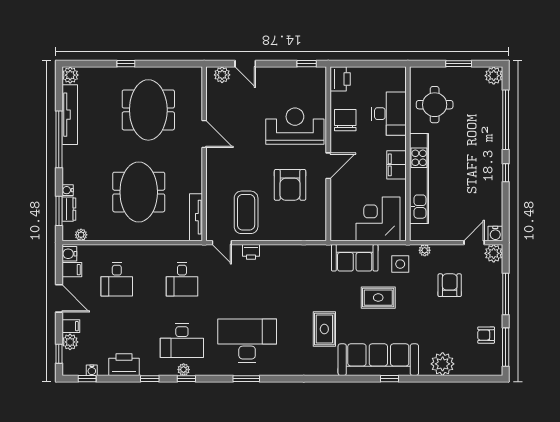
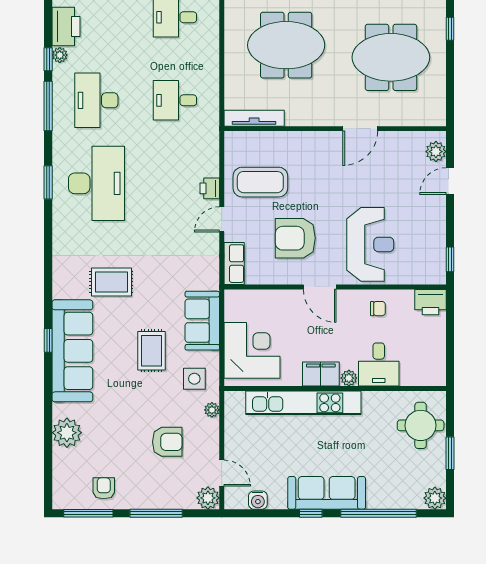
round table: (435, 105) -> (421, 425), moved
desk: (389, 114) -> (379, 364), width x0.73
chair: (345, 120) -> (378, 309), width x0.54, depth x0.54
plant: (400, 143) -> (349, 378), added
sofa: (490, 160) -> (327, 493), added
row of seats: (310, 233) -> (234, 264), added
water cooler: (495, 234) -> (258, 500), moved, turned -90
door: (222, 243) -> (222, 219), moved
plant: (184, 370) -> (60, 55), moved
window: (186, 379) -> (48, 106), width x2.17
window: (389, 379) -> (48, 340), moved

